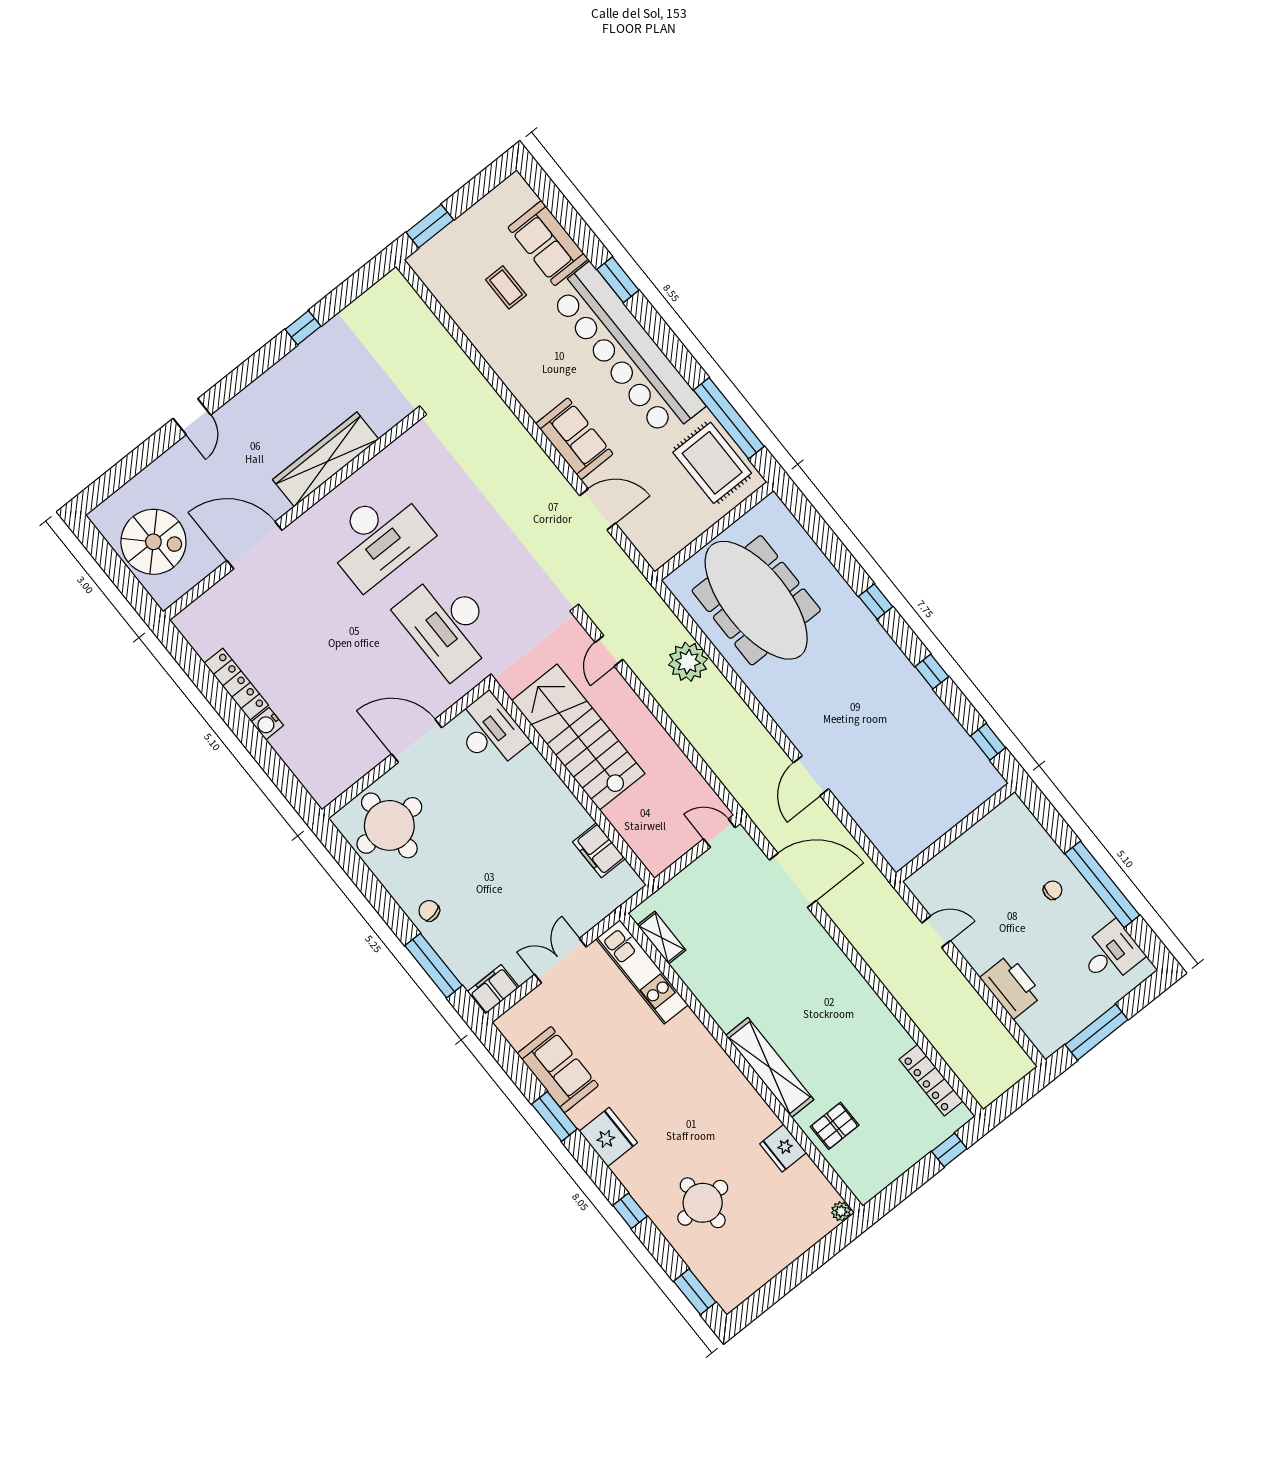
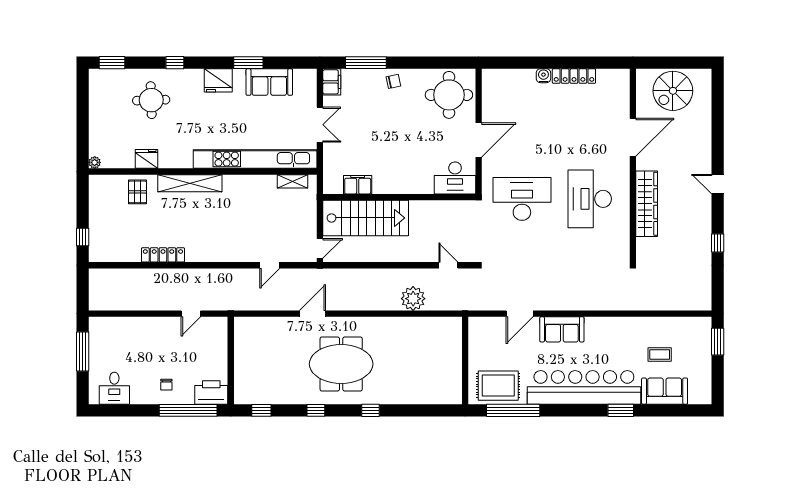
door: (192, 417) -> (718, 184), moved
meeting table: (756, 600) -> (341, 364), moved, width x0.73
stairs: (578, 737) -> (366, 218), moved
door: (811, 776) -> (312, 314), hinge flipped
door: (793, 880) -> (270, 265), width x0.53
window: (1102, 884) -> (188, 410), moved
kitchen unit: (642, 972) -> (255, 159), width x1.86
printer: (1011, 987) -> (211, 393), moved, turned 180
locker: (931, 1080) -> (163, 255), moved

